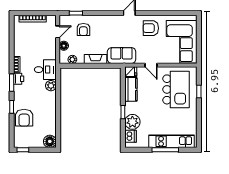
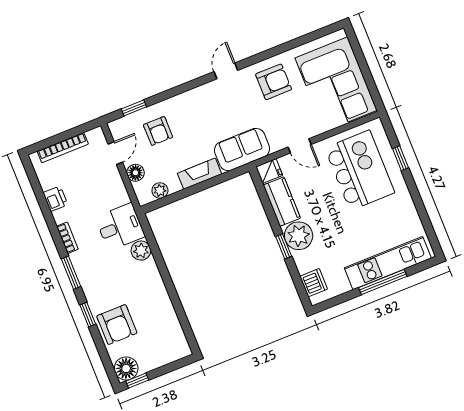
armchair: (151, 28) -> (274, 82), turned 180
printer: (19, 79) -> (55, 199), moved
plant: (132, 122) -> (299, 236), moved
floor lamp: (50, 141) -> (126, 368), moved

